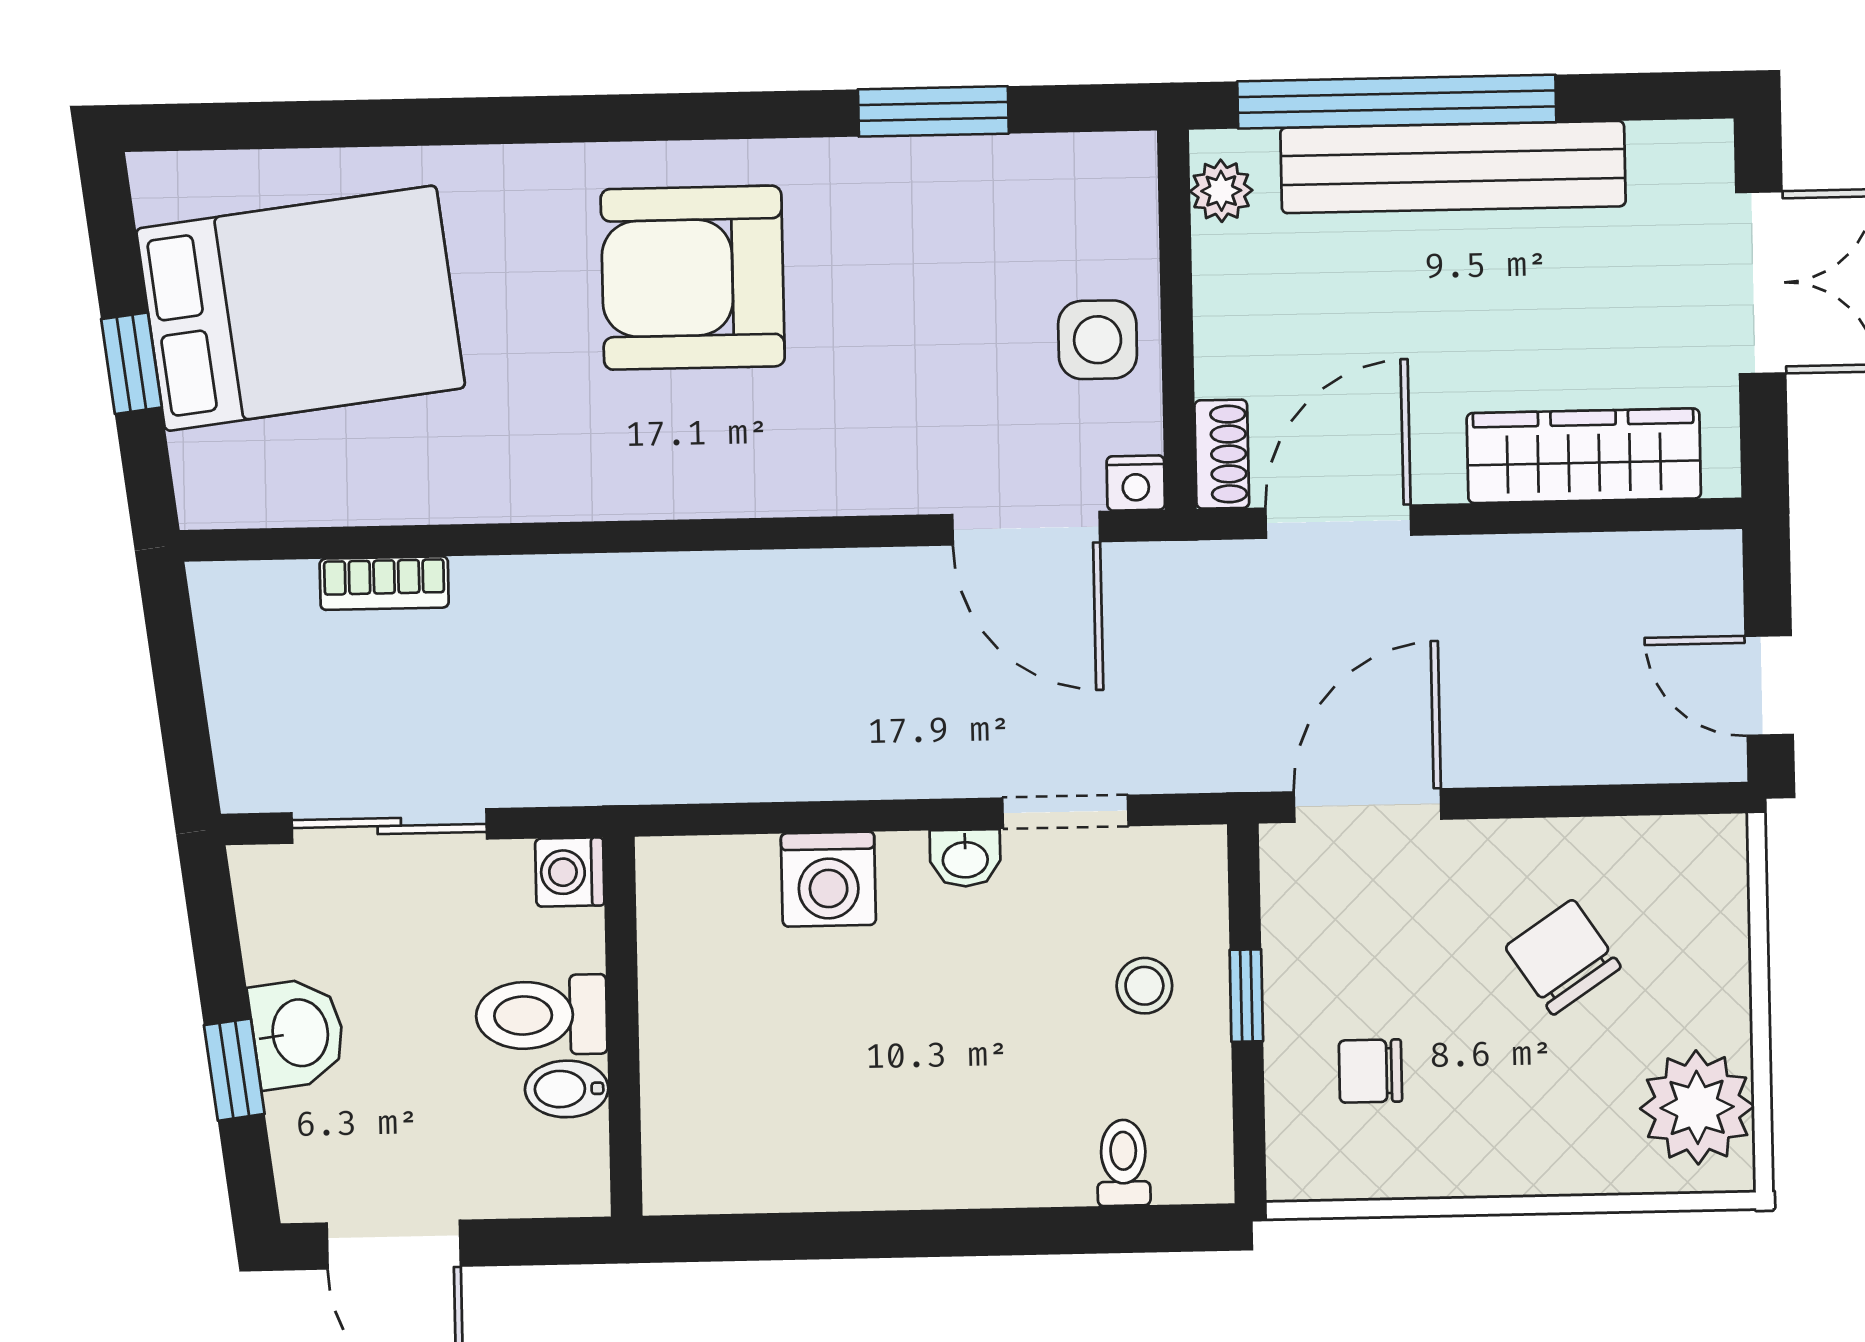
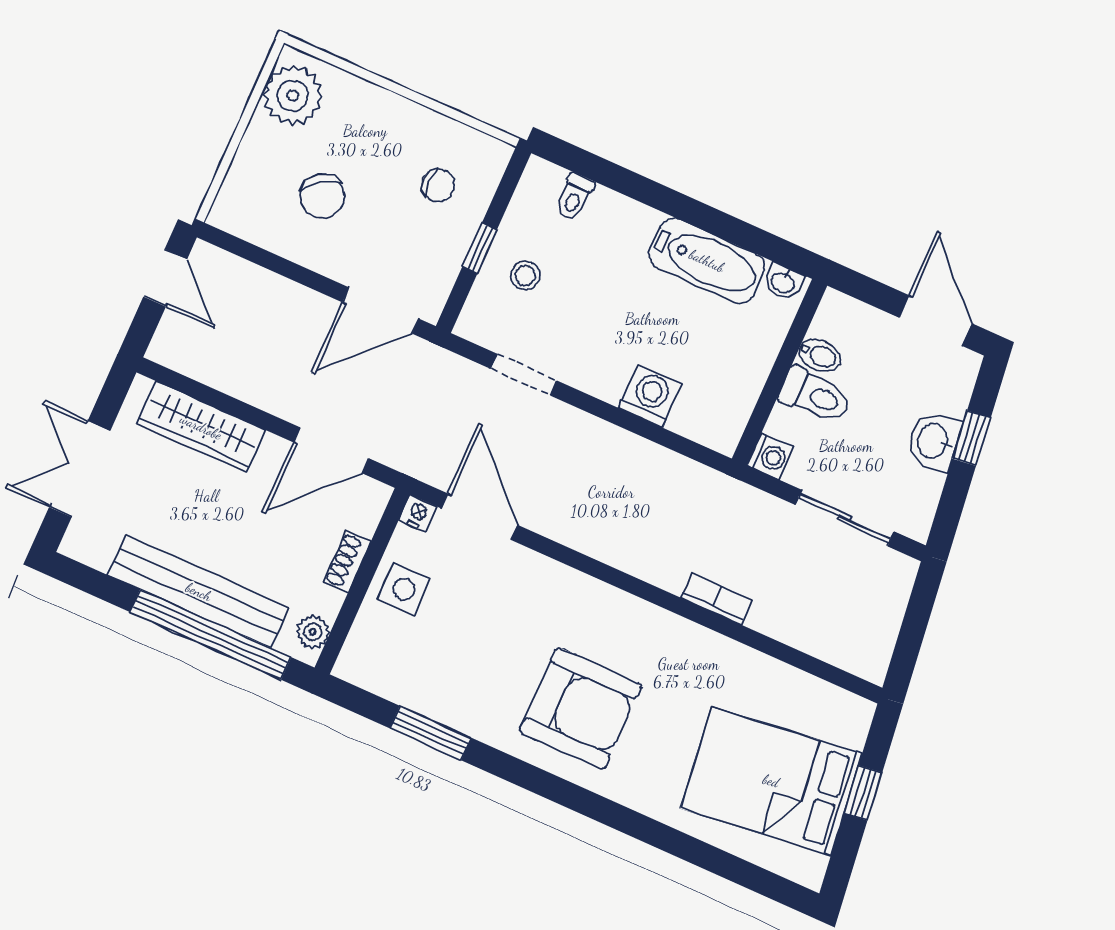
shoe rack: (1222, 454) -> (347, 562), moved
bookcase: (384, 583) -> (716, 599), moved
washbasin: (965, 858) -> (783, 282), moved, turned 180
bathtub: (841, 1160) -> (707, 261), added

